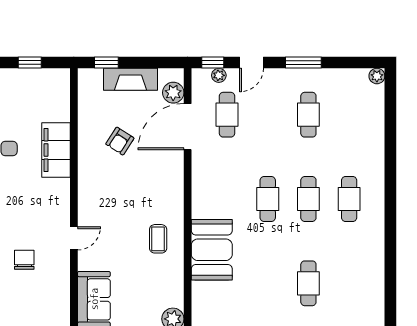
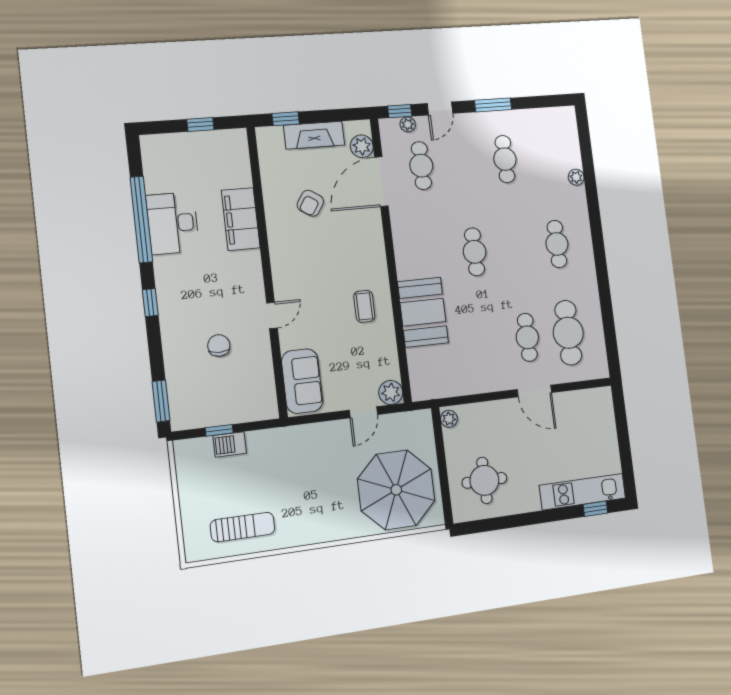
plant: (377, 76) -> (576, 177), moved
cafe table: (308, 199) -> (568, 333), moved, width x1.37, depth x1.35

